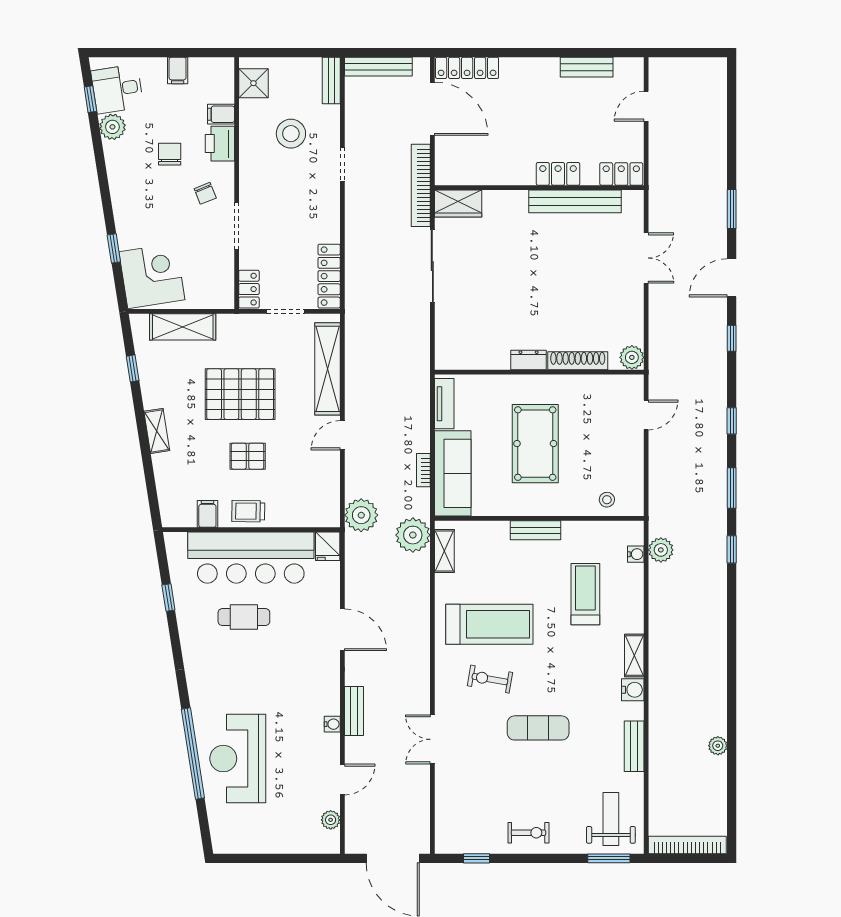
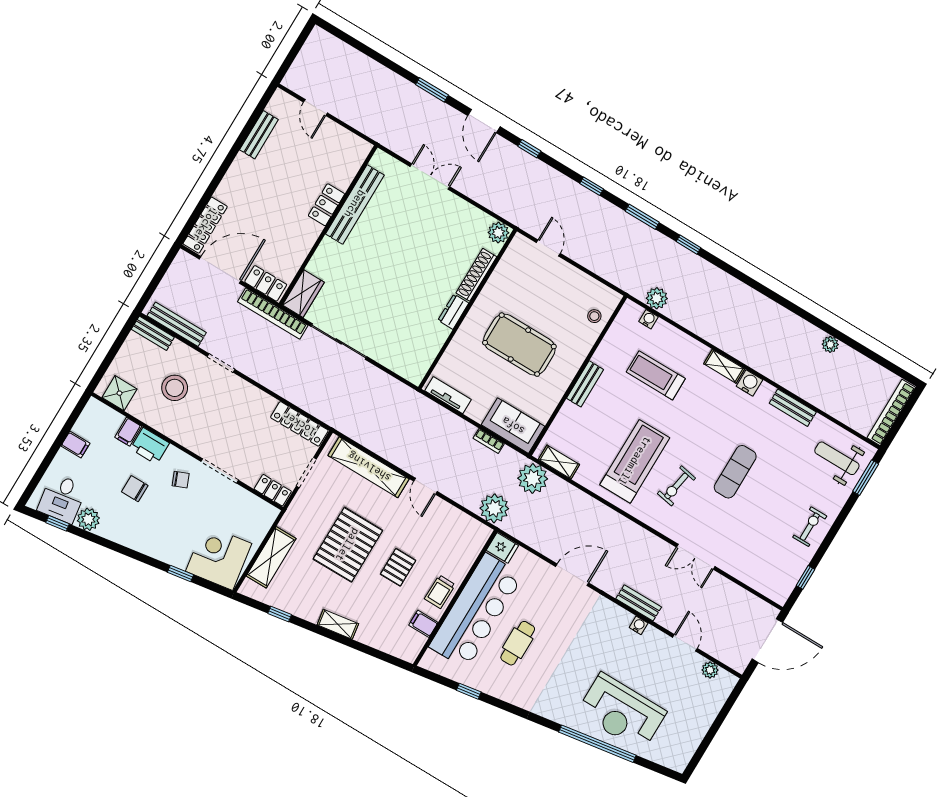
bench: (378, 67) -> (177, 324), moved, turned 90
locker: (621, 174) -> (266, 283), moved, turned 90
sofa: (453, 473) -> (513, 426), width x0.73

